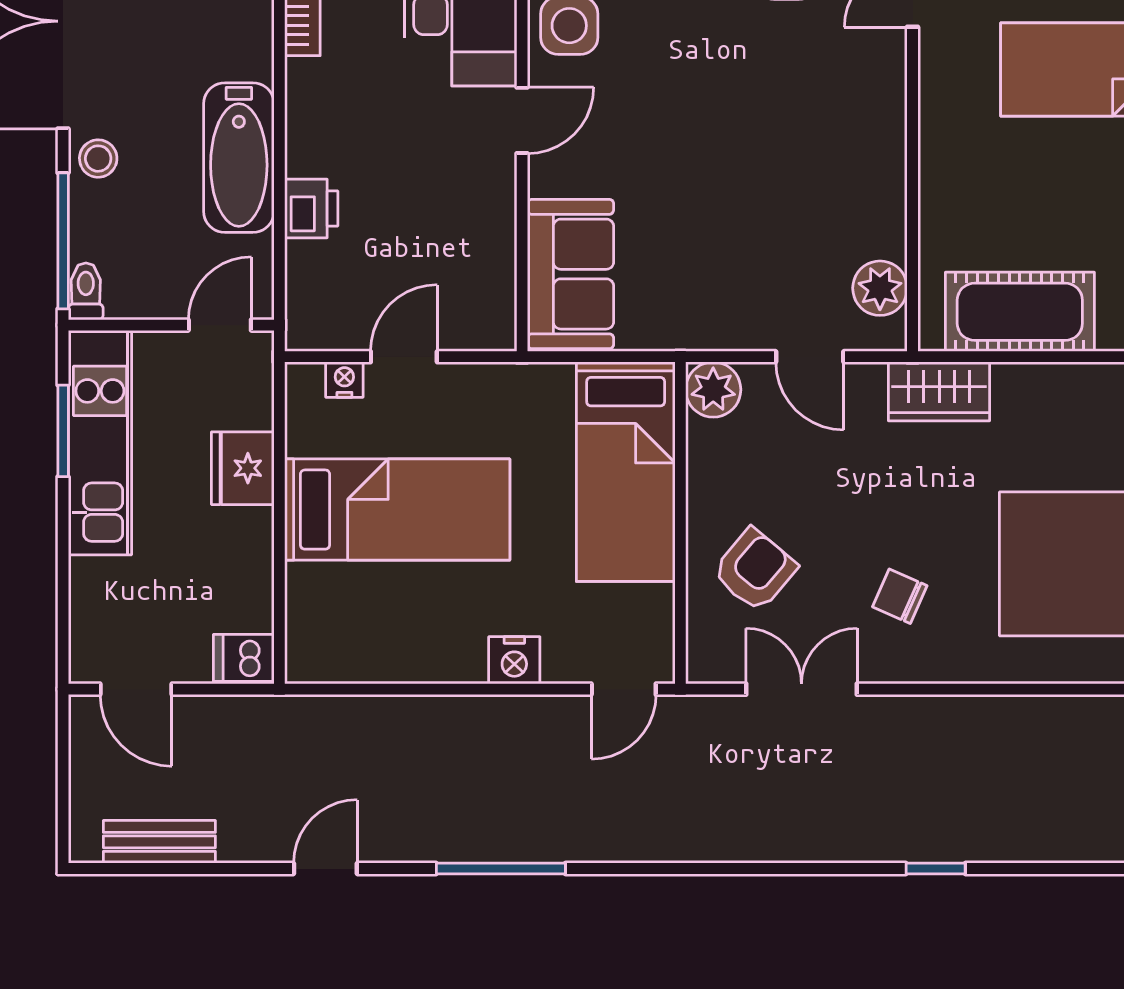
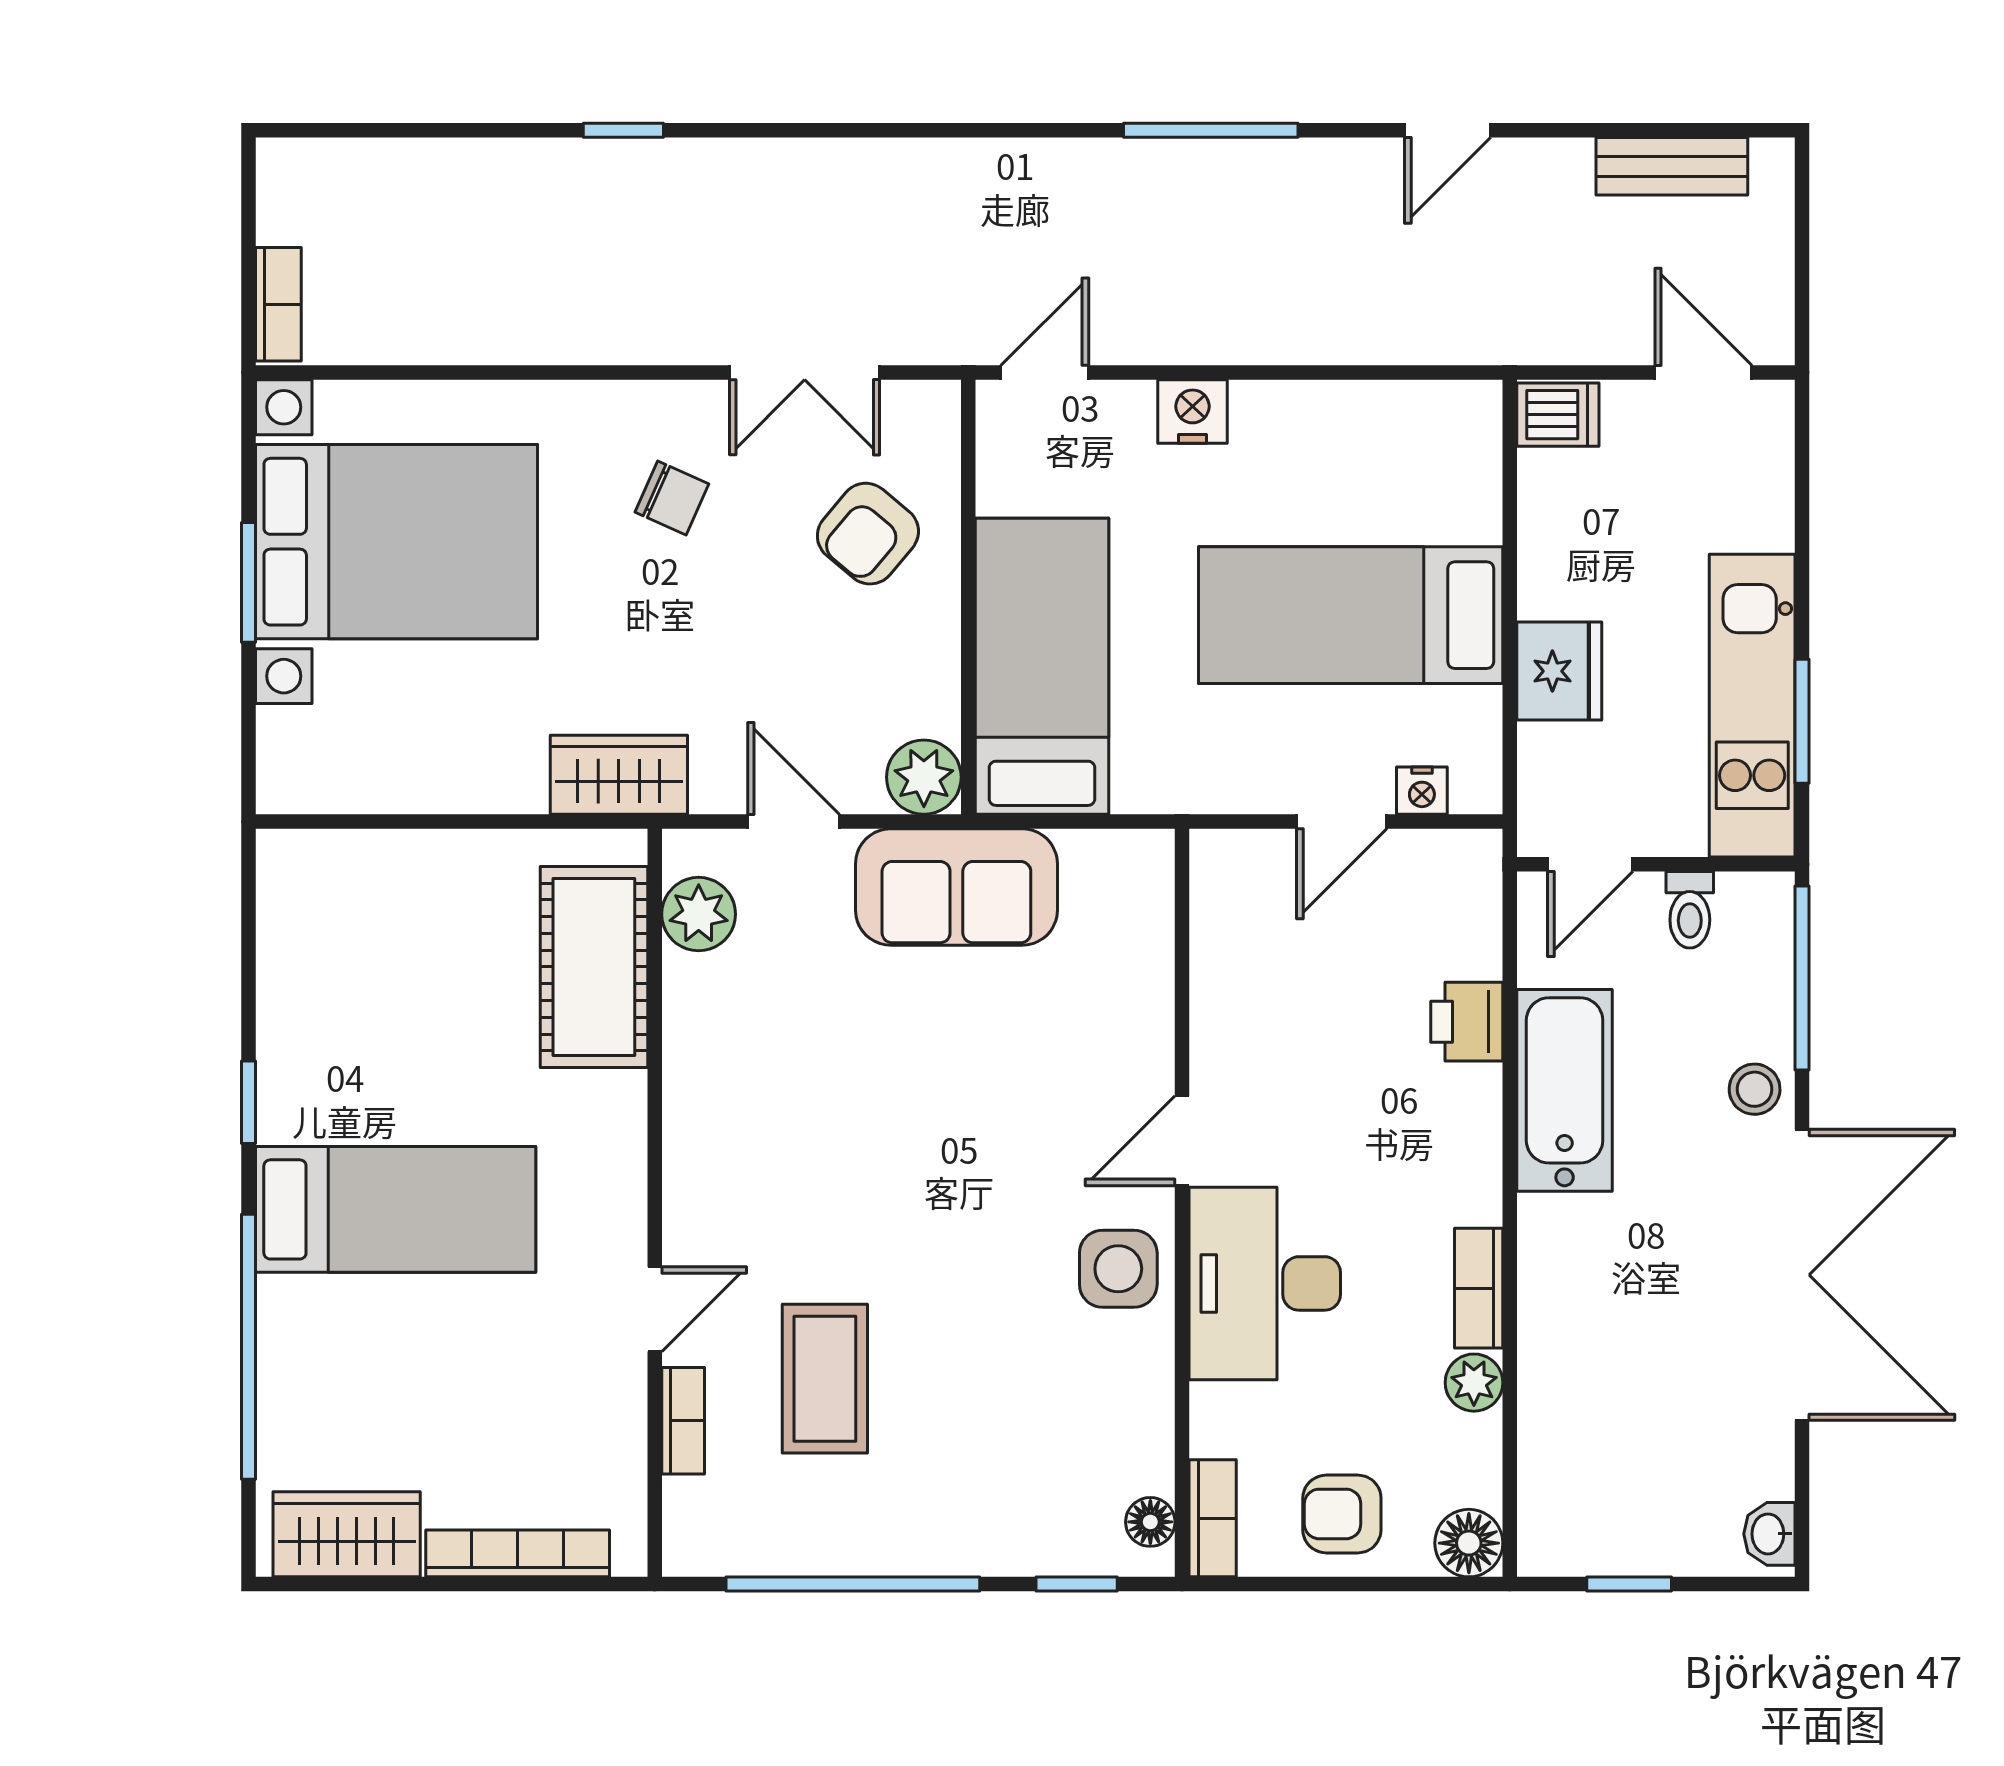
sofa: (571, 274) -> (956, 887), moved, turned -90
toilet: (86, 291) -> (1690, 910), moved
cot: (1020, 312) -> (594, 967), moved, turned 90

